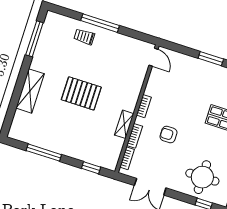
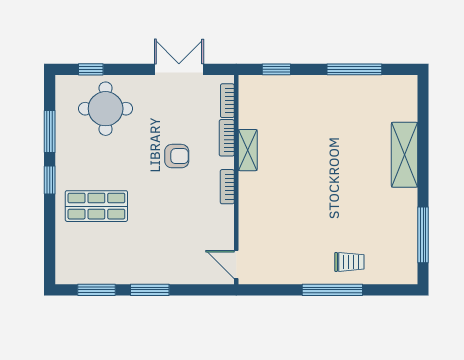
pallet: (81, 93) -> (327, 176), removed

